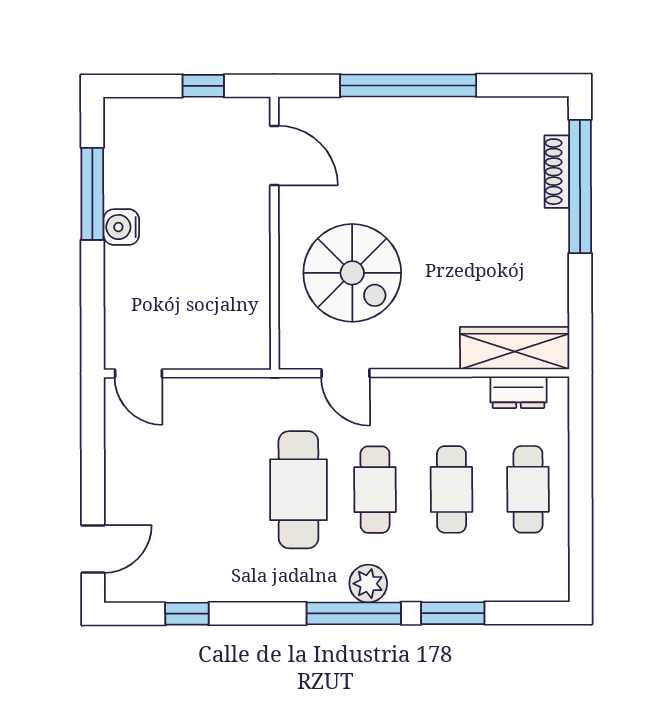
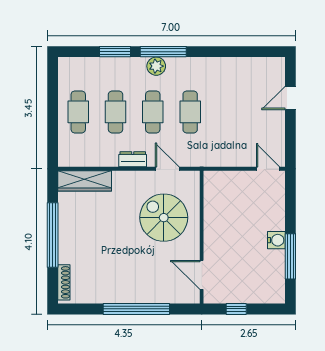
shoe rack: (557, 172) -> (64, 282), moved
window: (580, 186) -> (53, 235), moved
dresser: (518, 392) -> (133, 159), moved
cafe table: (298, 490) -> (190, 112), width x0.73, depth x0.74
door: (93, 549) -> (290, 98), moved
window: (187, 614) -> (245, 52), removed

